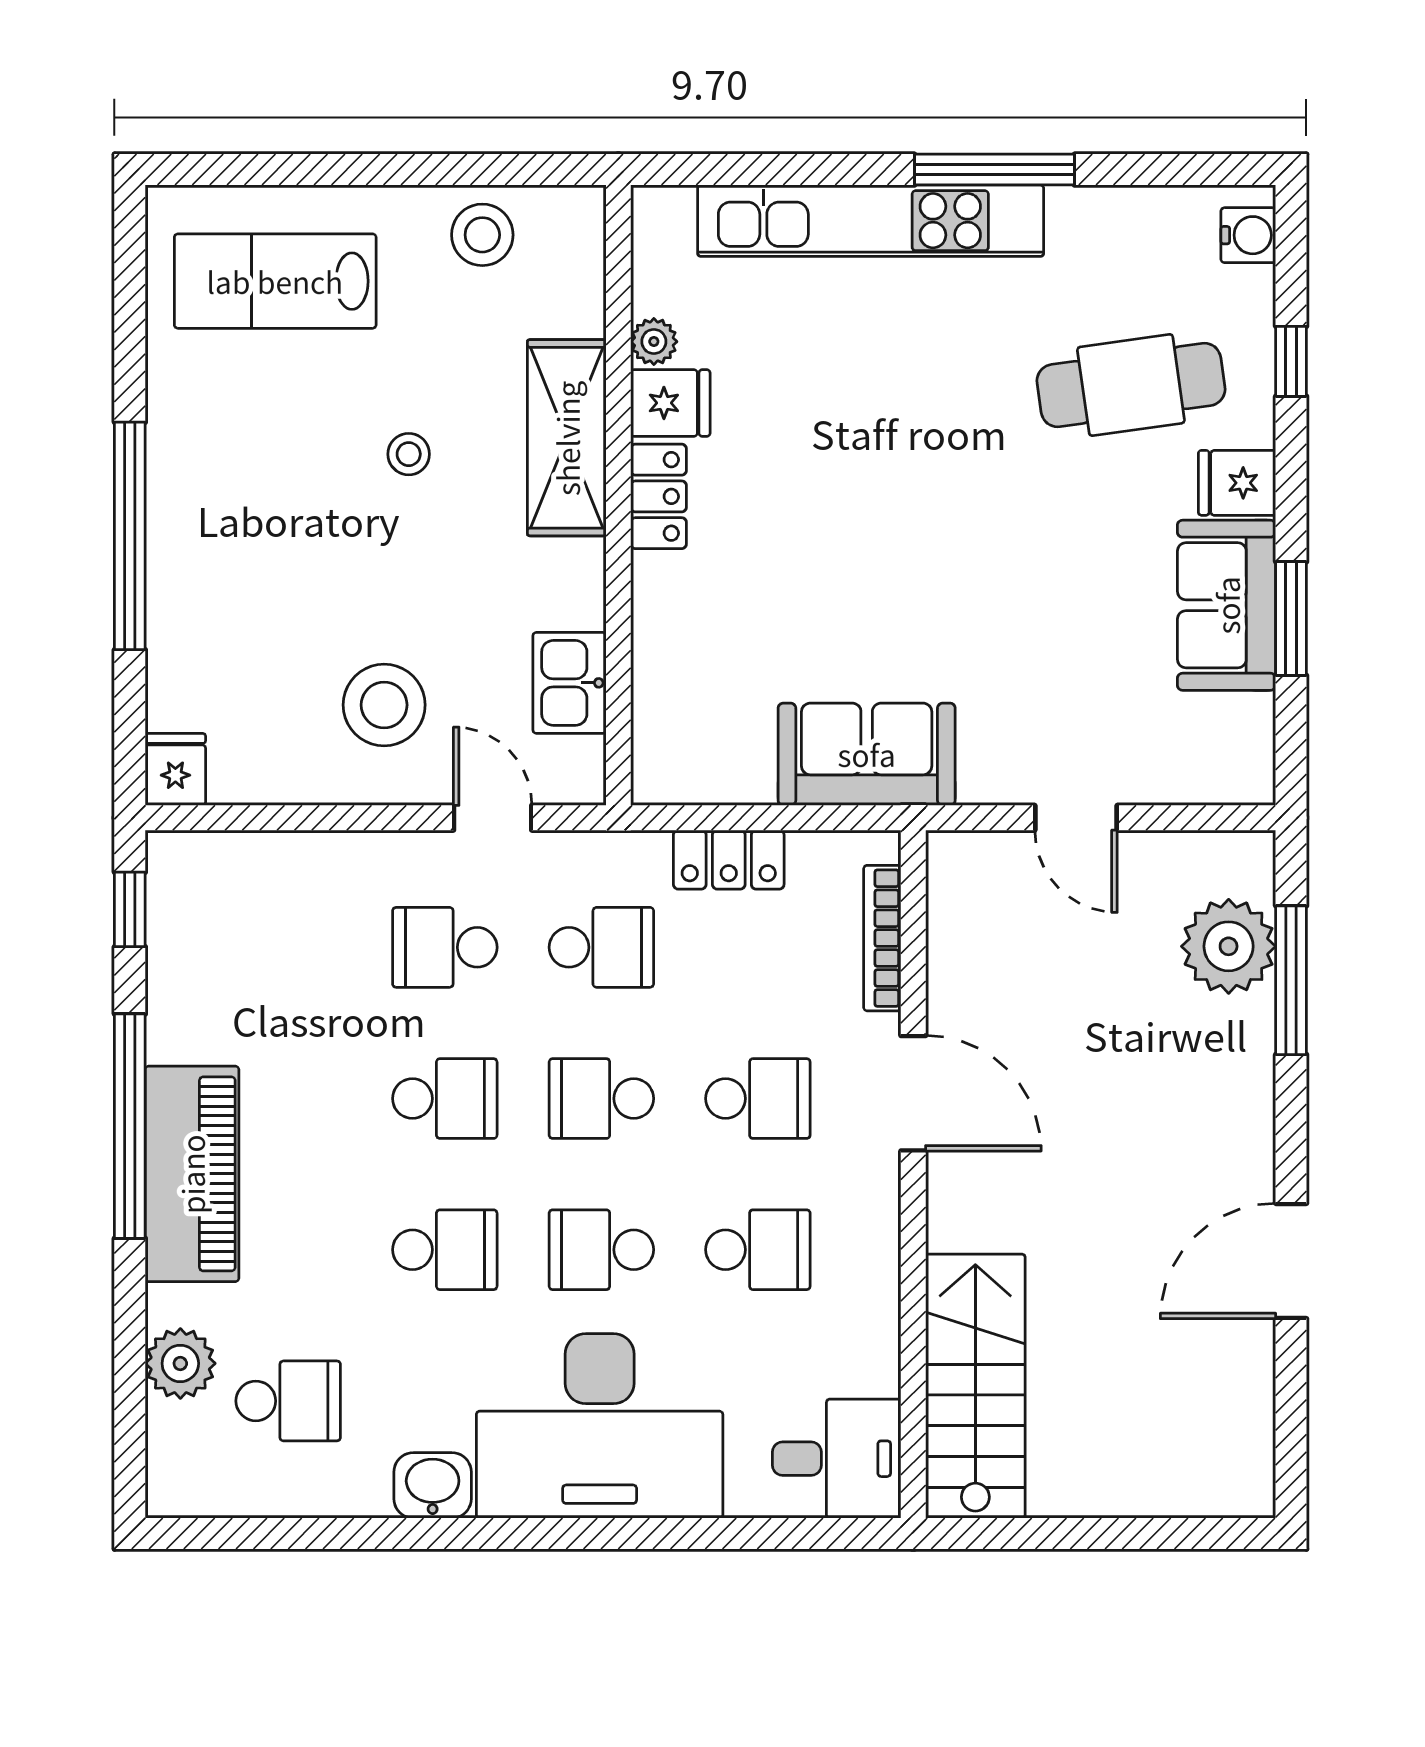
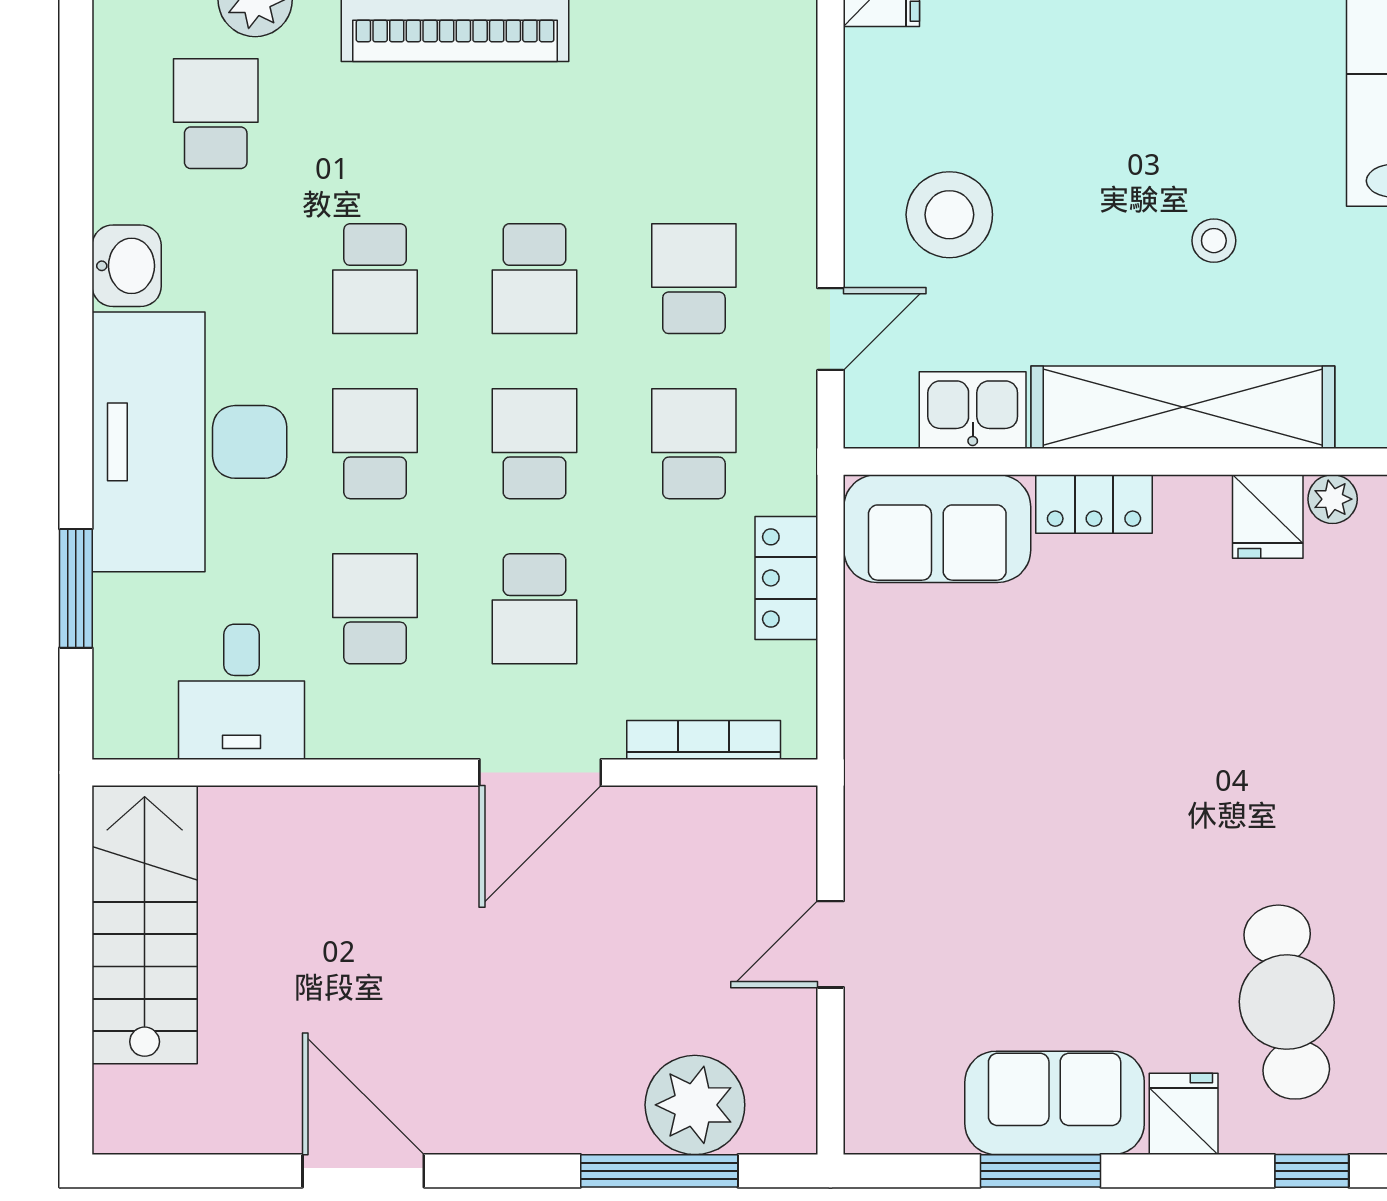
shelving: (567, 438) -> (1183, 407), width x1.47
locker: (658, 496) -> (1094, 504), moved
sofa: (867, 754) -> (937, 529), moved, turned 90
school desk: (601, 947) -> (694, 444), turned 180
school desk: (758, 1250) -> (375, 609), turned 180
stairs: (975, 1386) -> (145, 925), moved, turned -90
school desk: (288, 1401) -> (216, 114), turned 180
desk: (837, 1459) -> (241, 692), moved
window: (739, 1534) -> (76, 588), added

